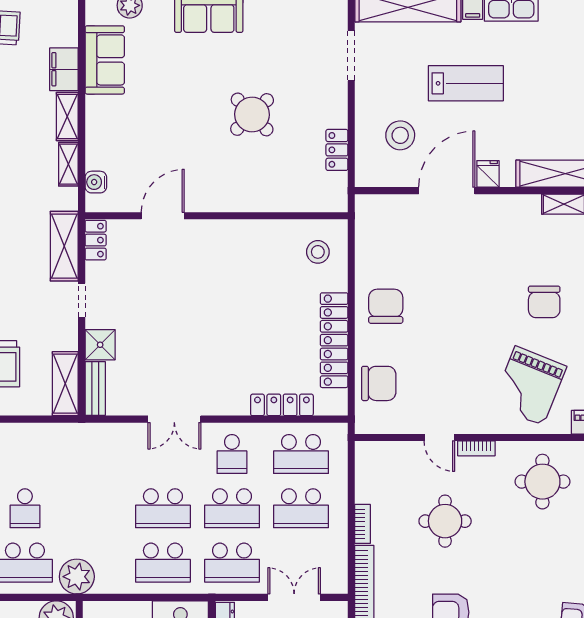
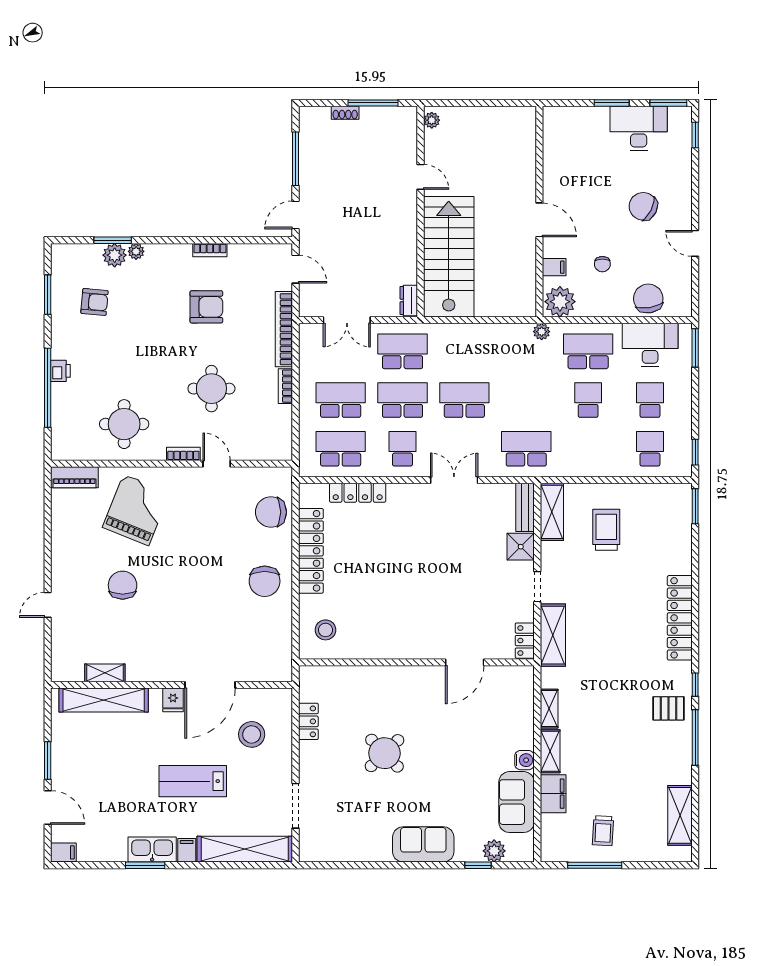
water cooler: (96, 182) -> (525, 760), moved
school desk: (163, 563) -> (526, 449), moved
plant: (77, 577) -> (542, 332), width x0.53, depth x0.53

